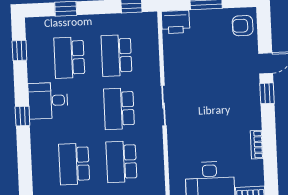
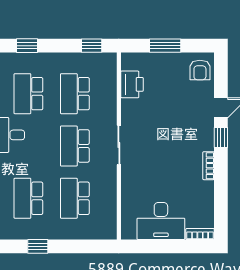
printer: (176, 22) -> (132, 84), moved, turned -90
armchair: (243, 26) -> (200, 70), turned -90
bookcase: (257, 145) -> (209, 166), moved

